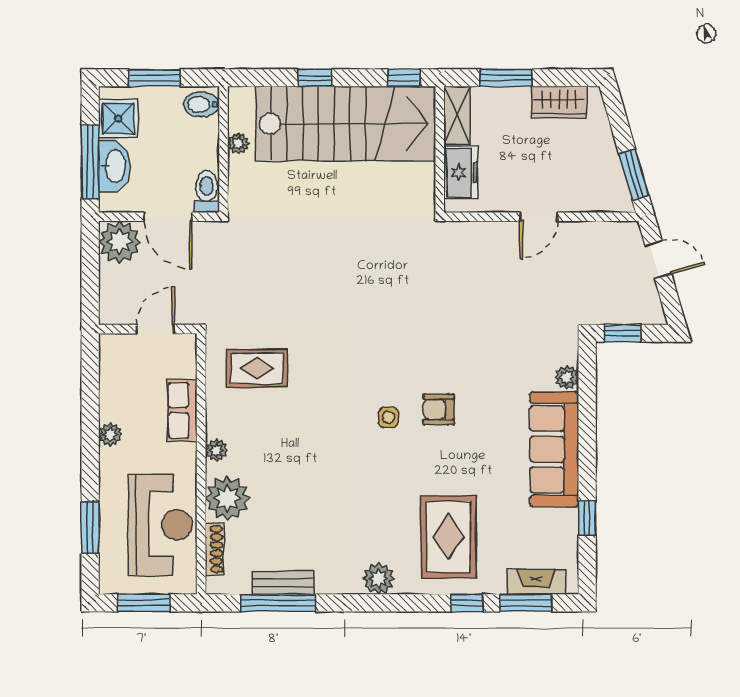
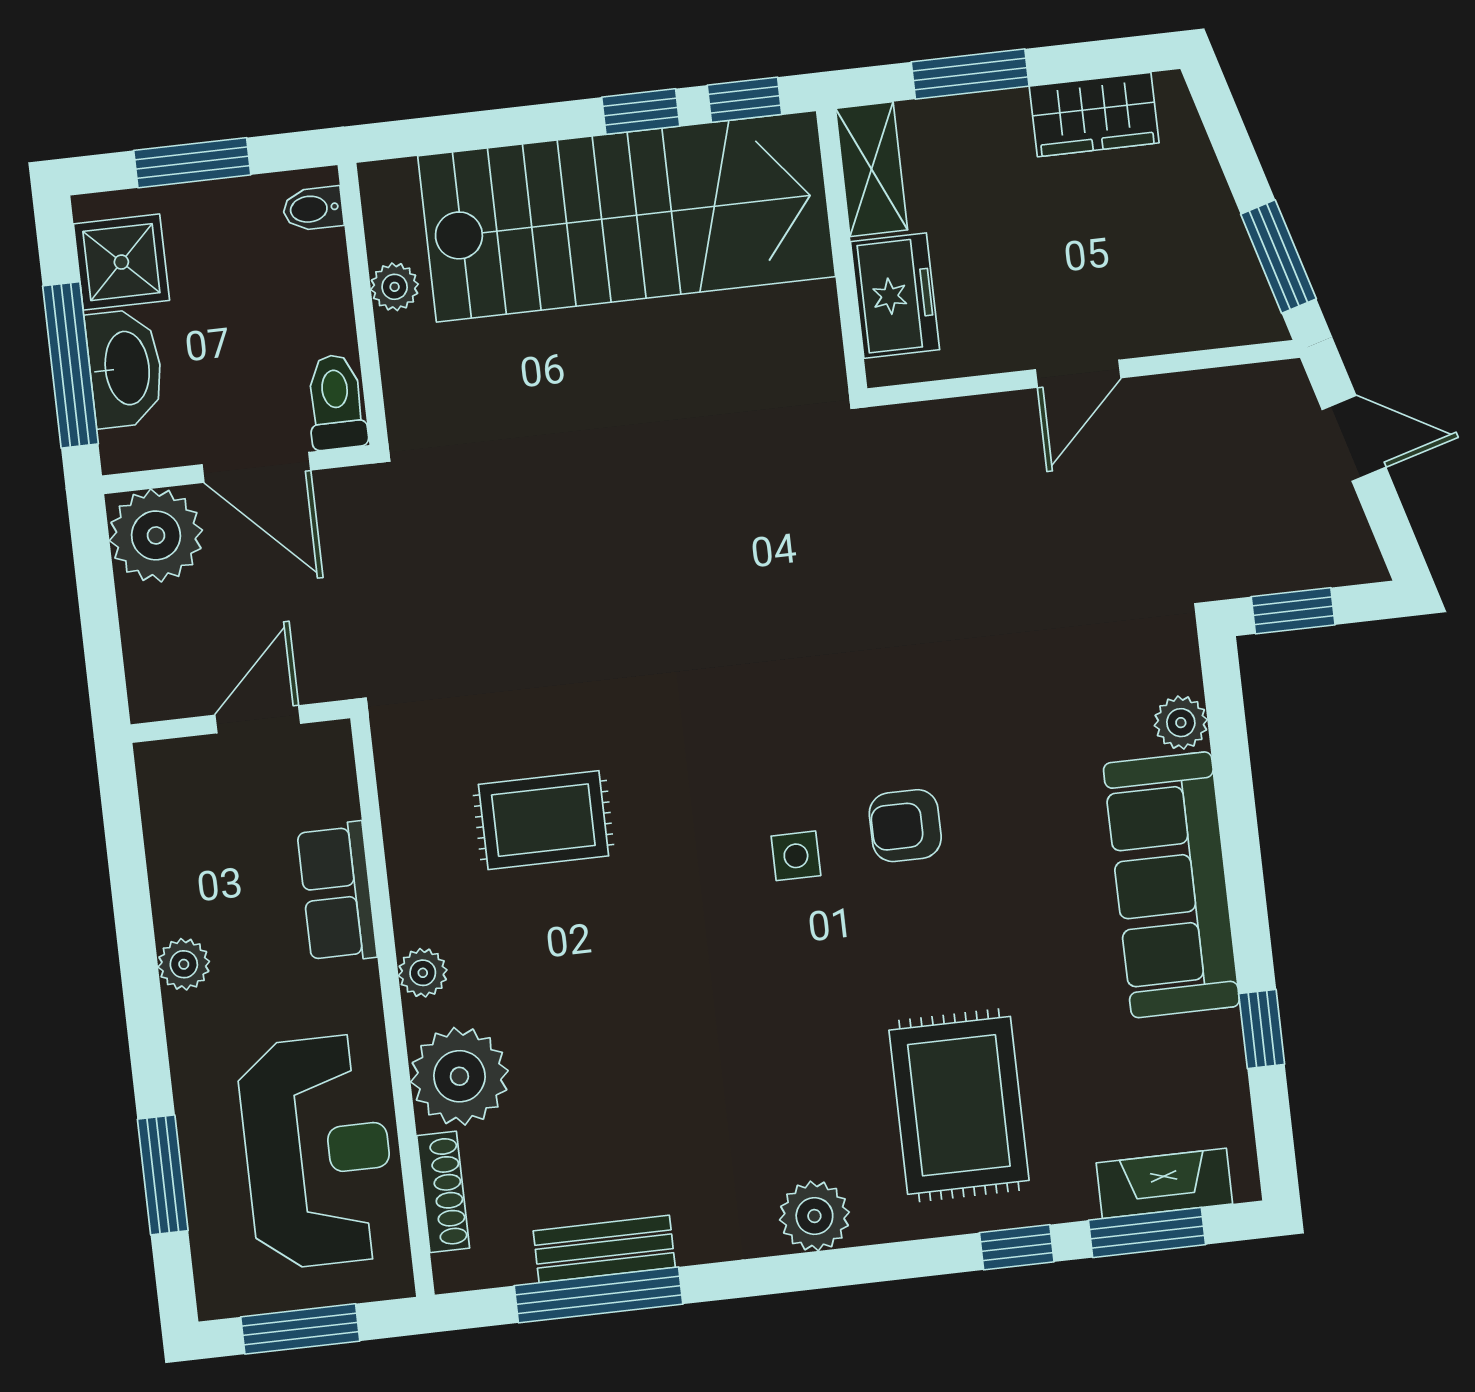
window: (315, 78) -> (641, 112), moved
bidet: (201, 104) -> (313, 209), width x0.72, depth x0.74
rug: (257, 369) -> (543, 820), moved

